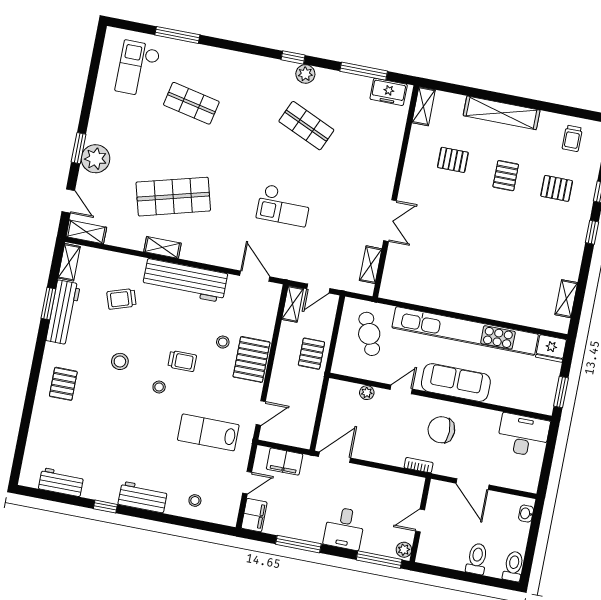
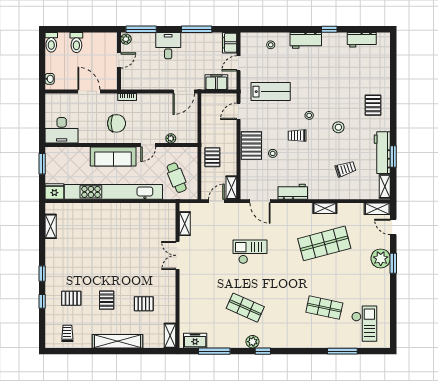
workbench: (185, 281) -> (293, 192), width x0.53, depth x0.76

